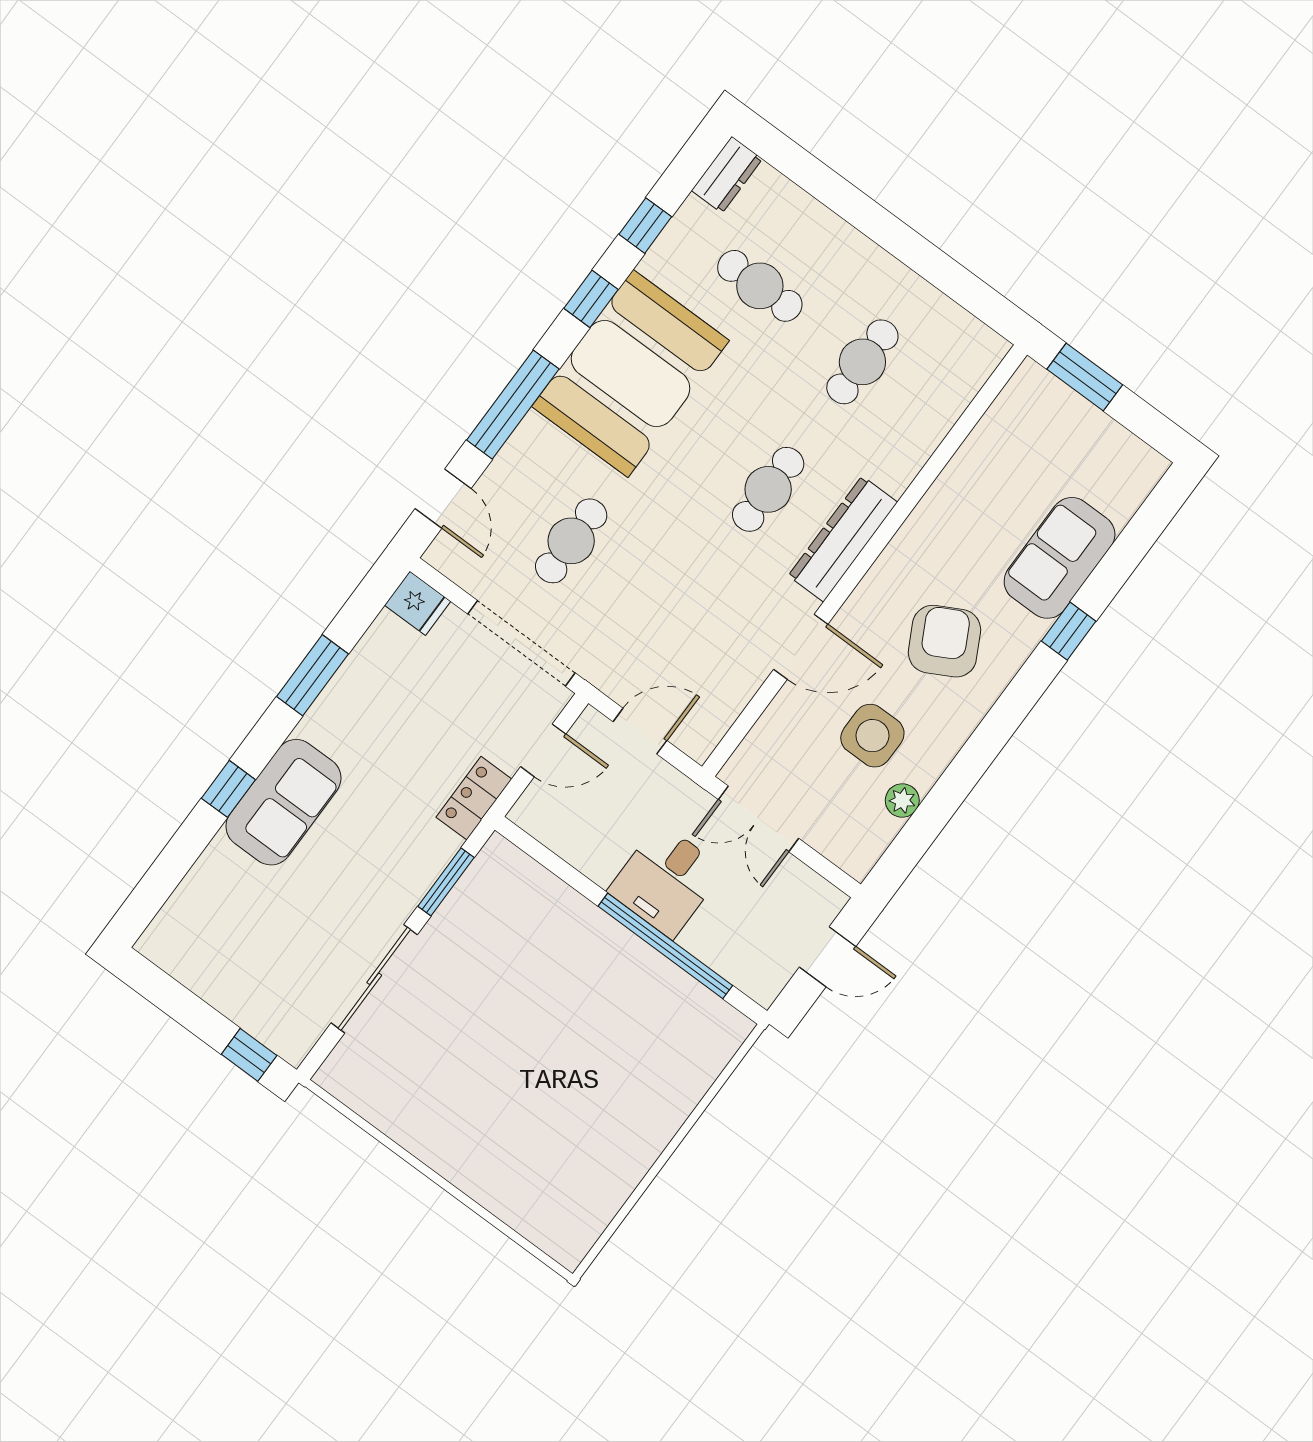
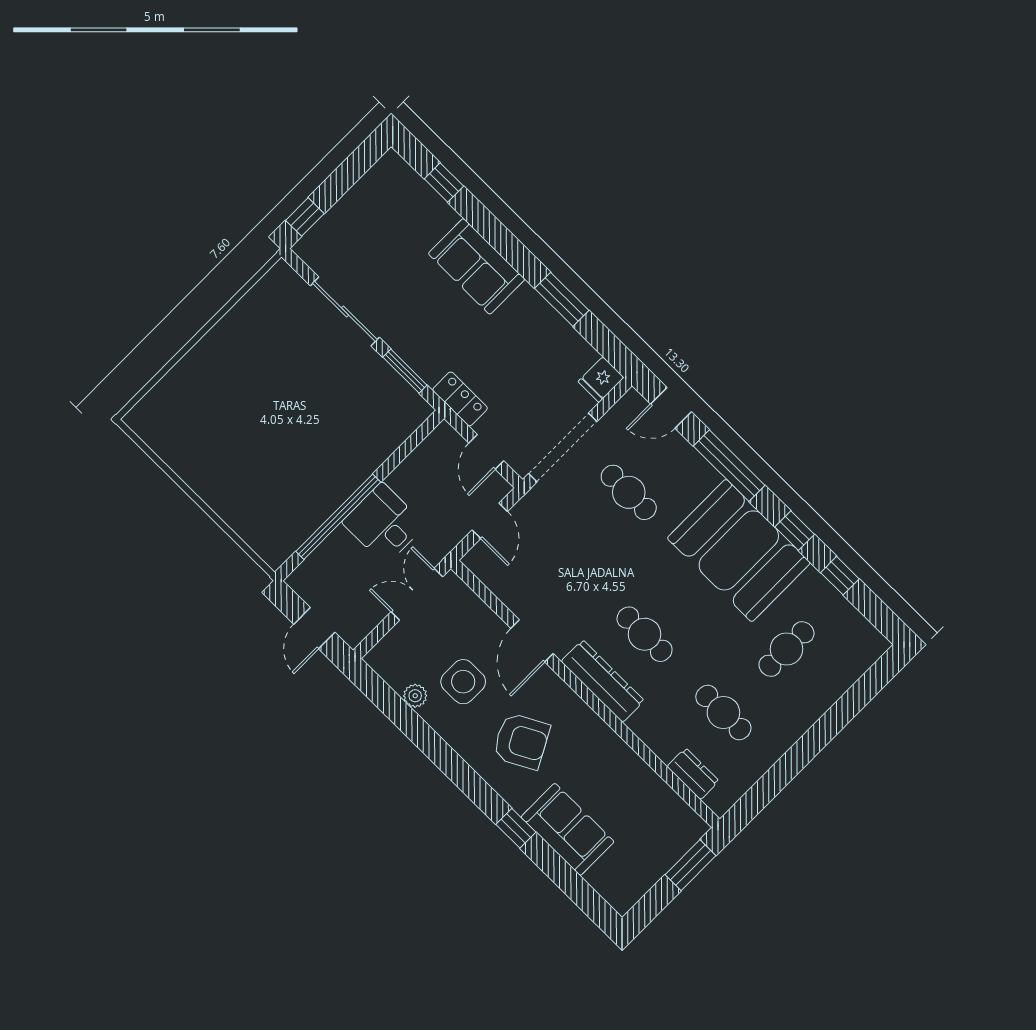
dresser: (727, 175) -> (693, 774), moved, turned 180
window: (228, 789) -> (444, 182), moved

